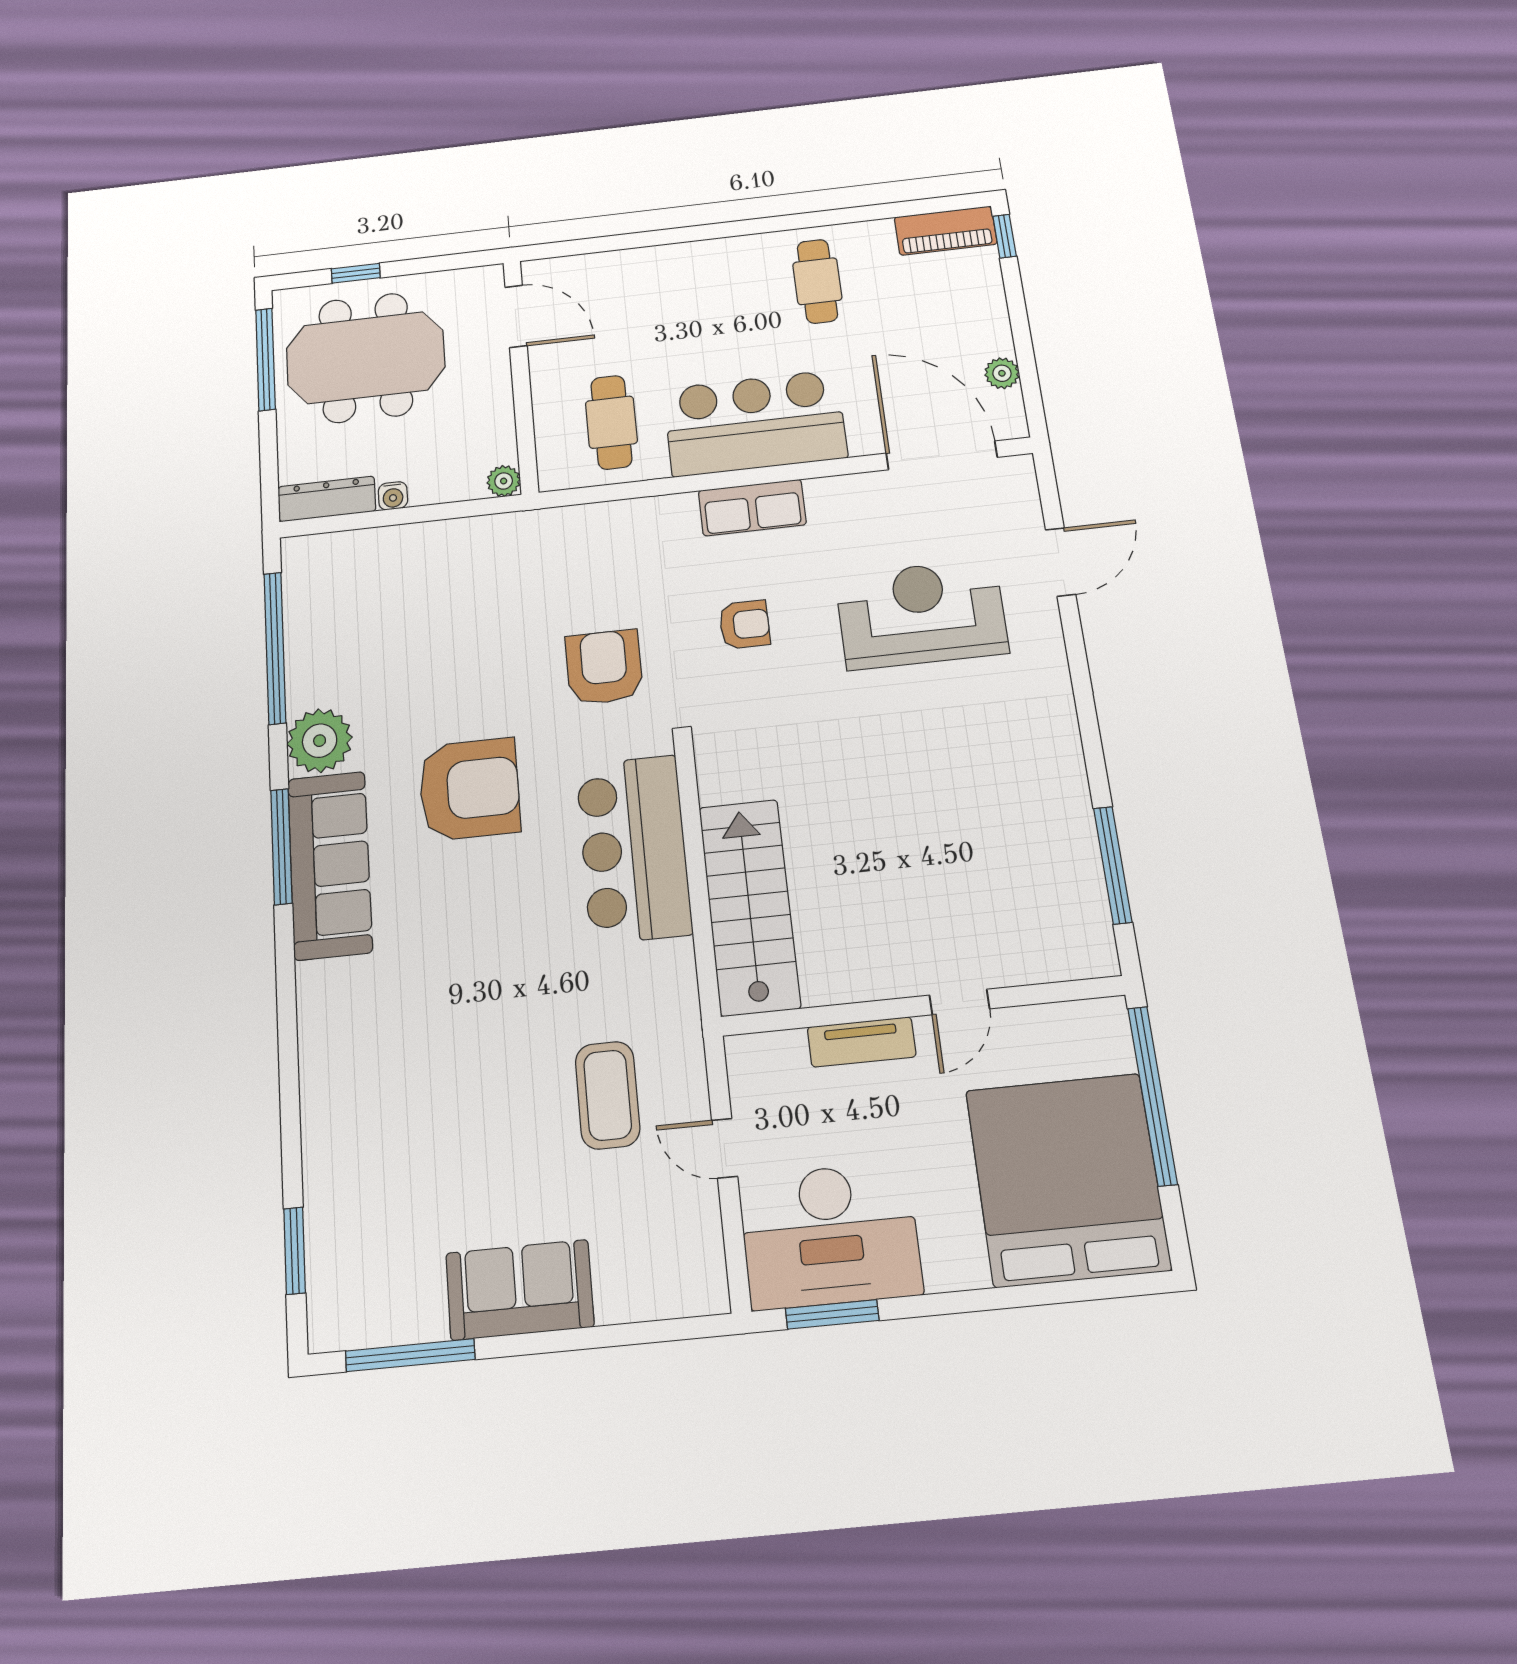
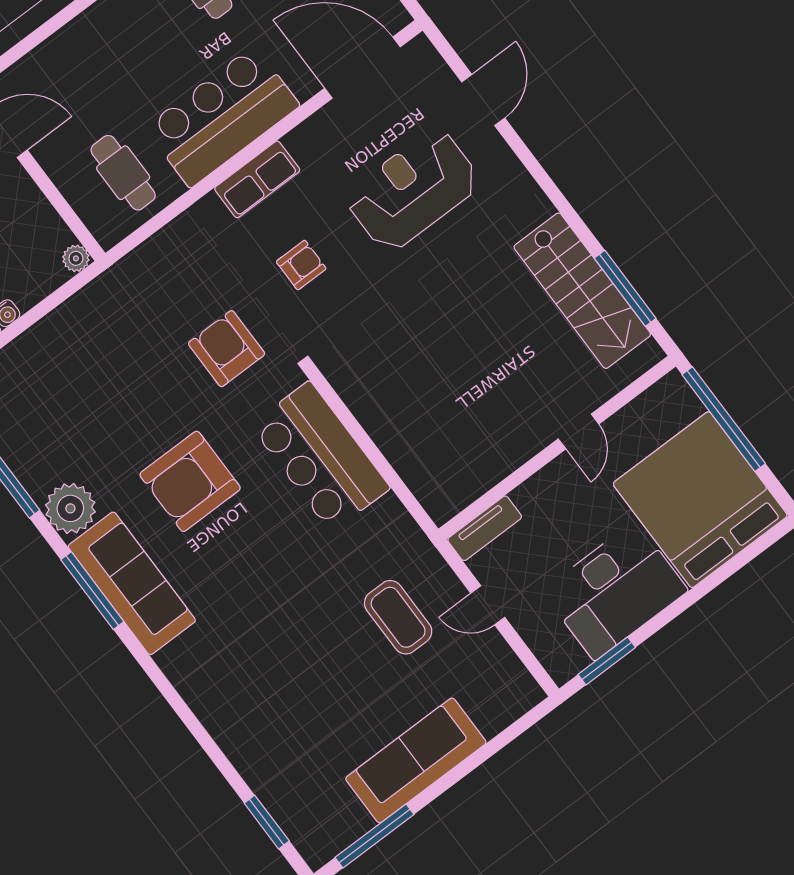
armchair: (469, 789) -> (190, 481), turned 180
stairs: (749, 907) -> (582, 291), moved, turned 180
tv unit: (862, 1042) -> (485, 528), moved
desk: (830, 1235) -> (615, 591), moved
sofa: (520, 1290) -> (416, 760), width x1.36

